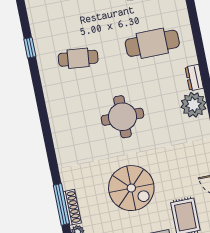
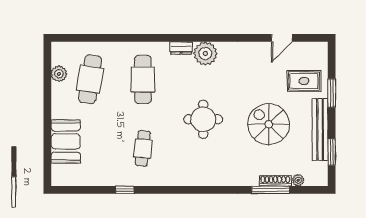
spiral stairs: (131, 188) -> (269, 124), turned -90

